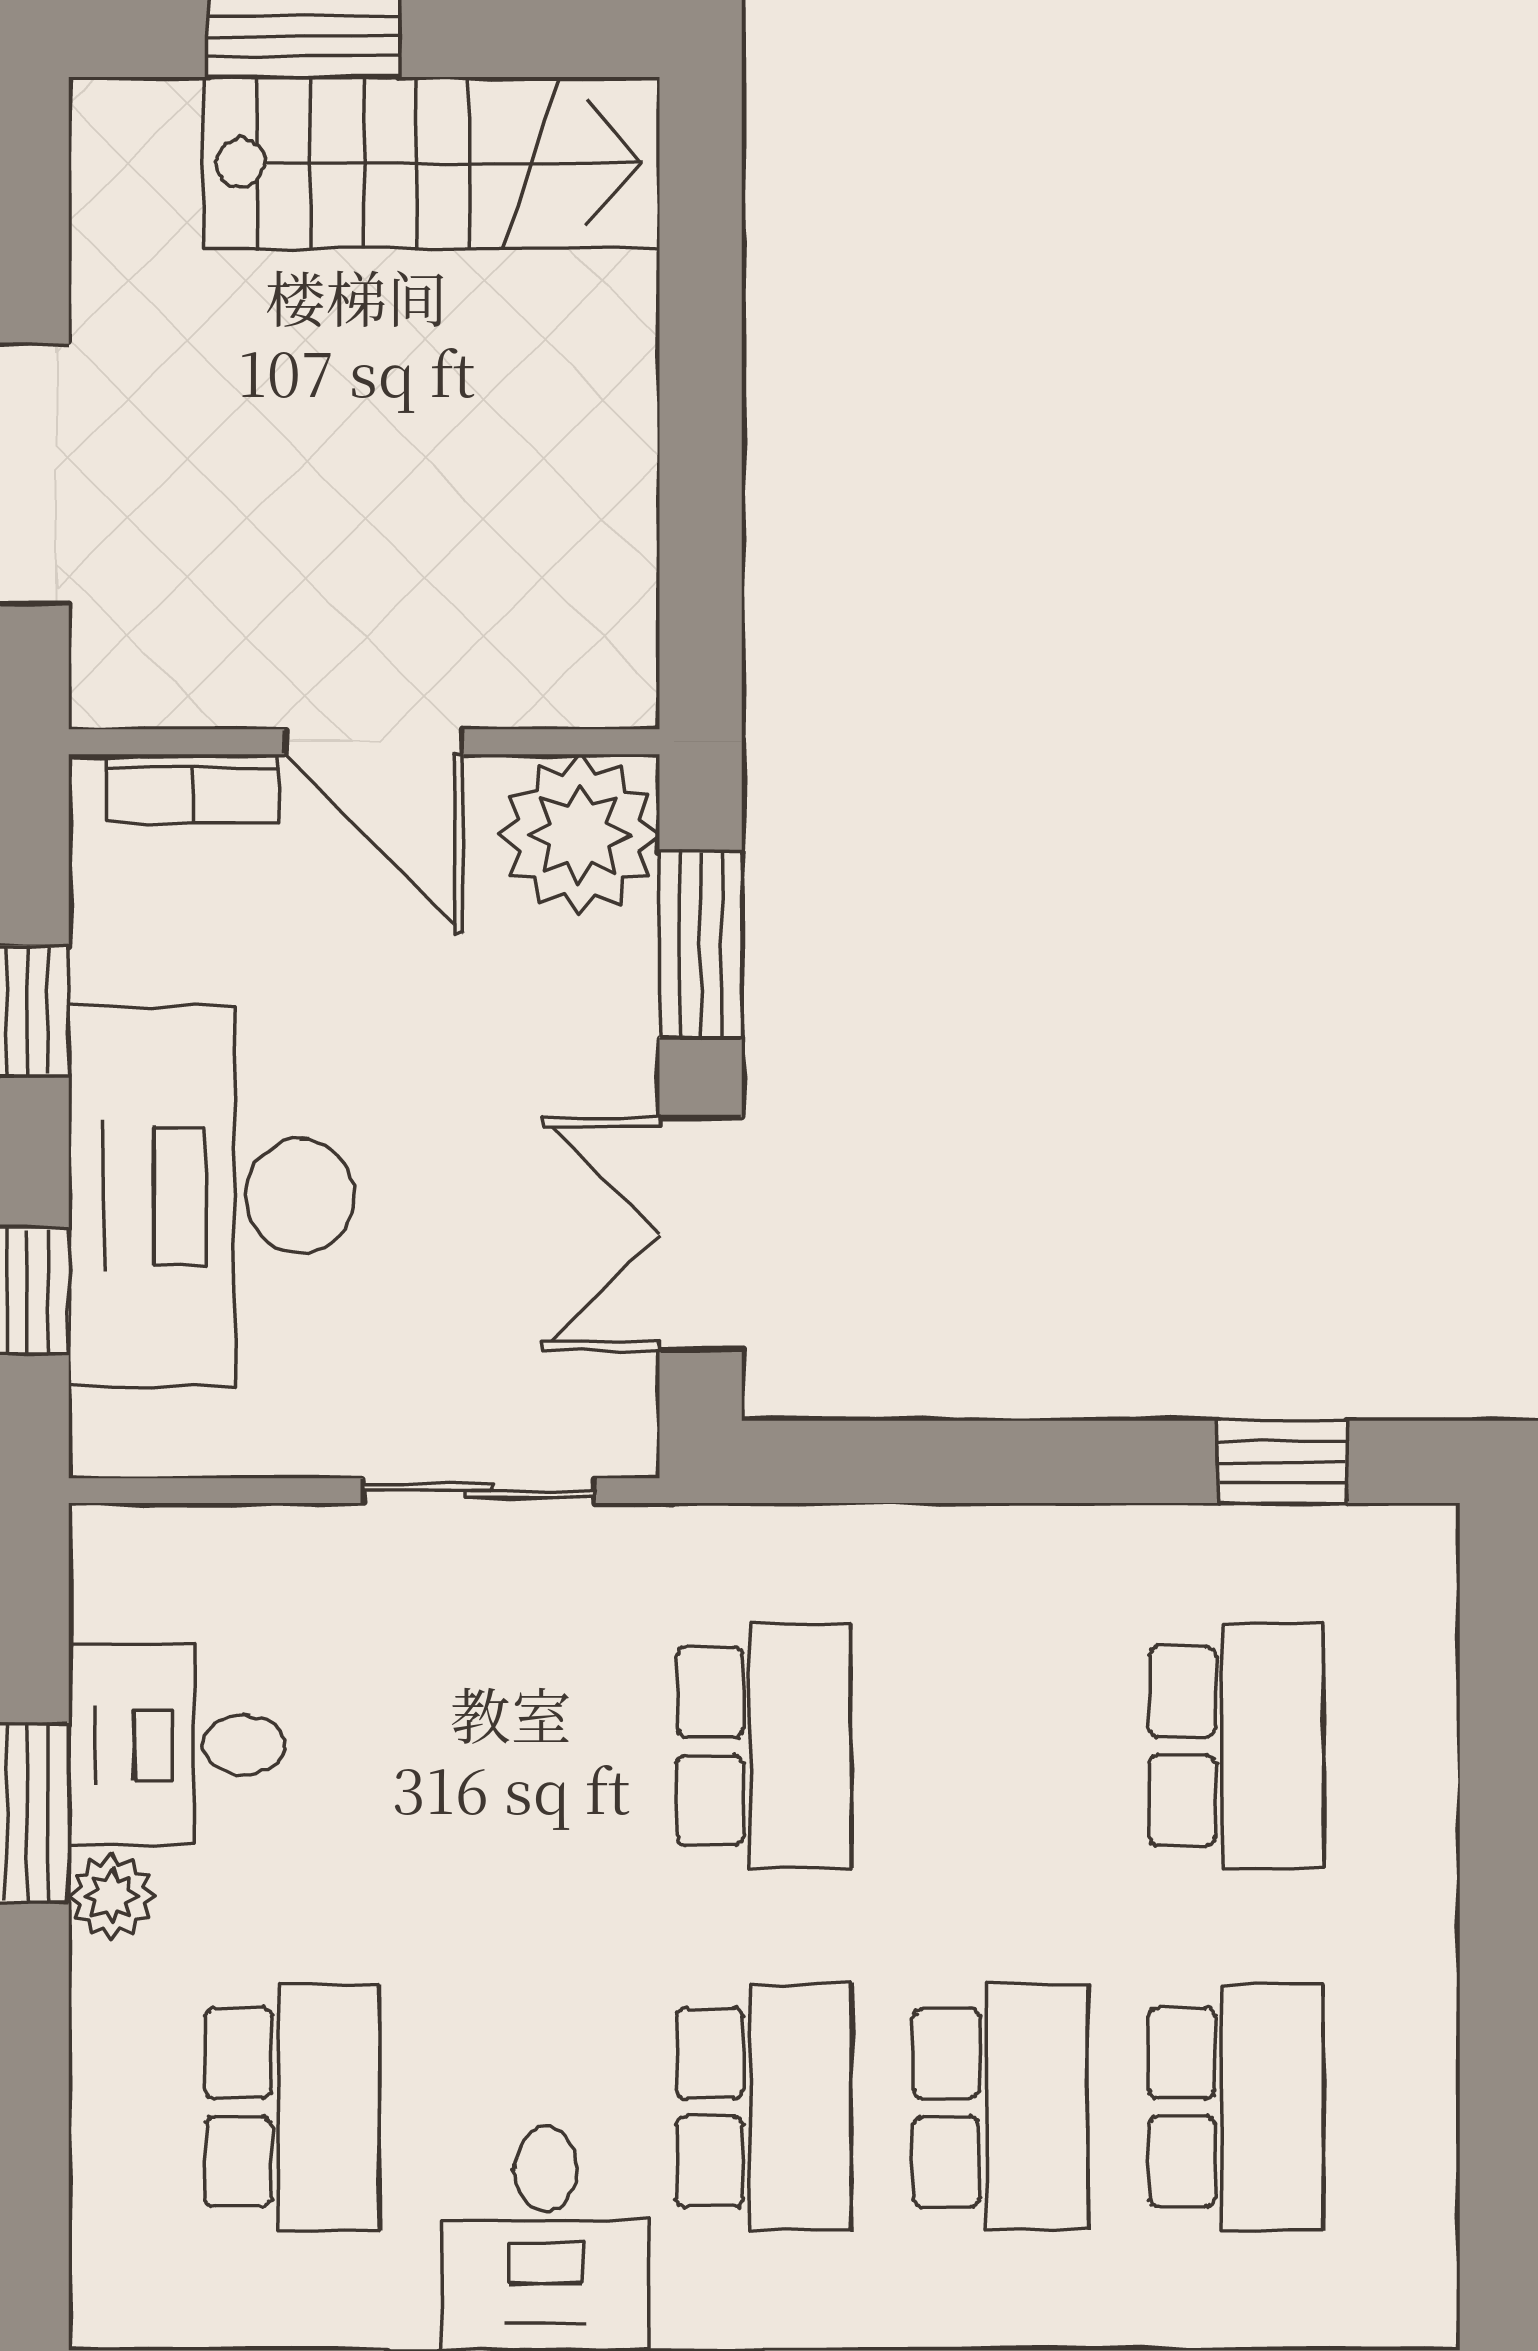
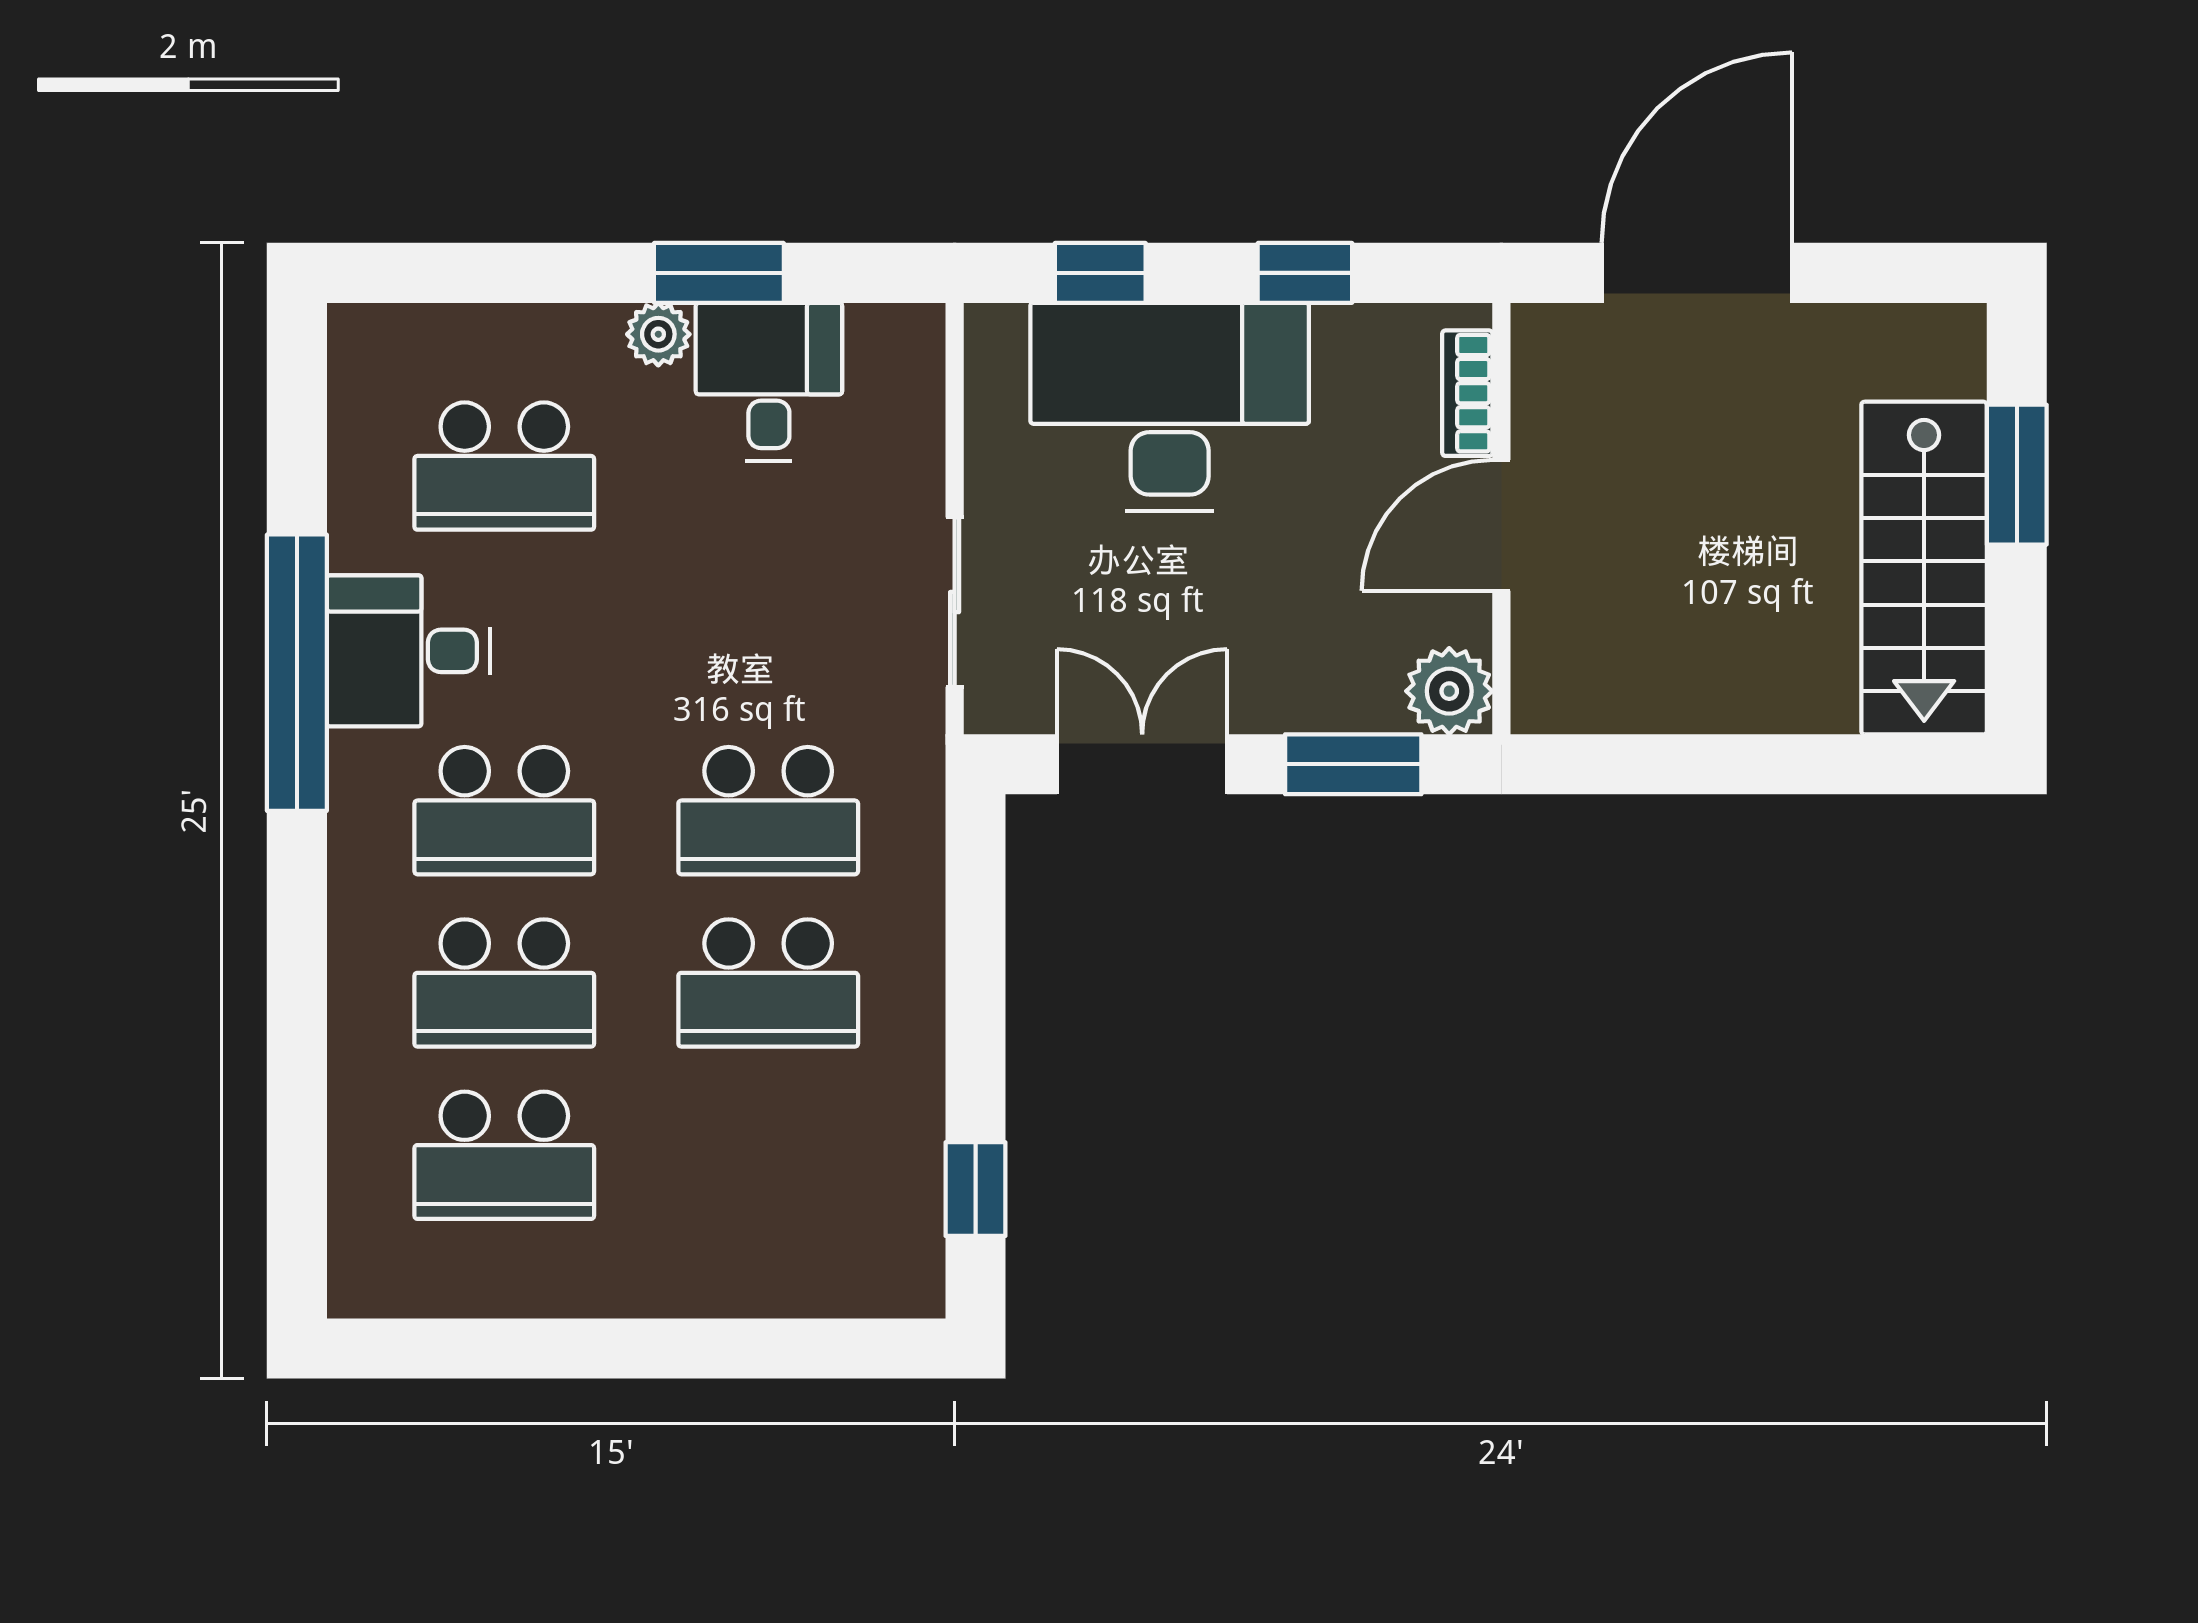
plant: (579, 835) -> (1449, 691), width x0.73, depth x0.73
school desk: (1236, 1746) -> (768, 983), moved

